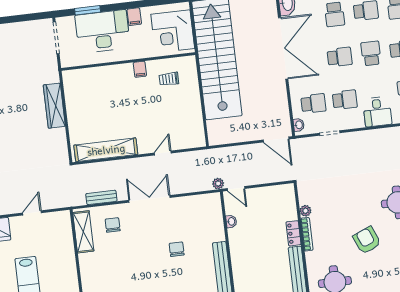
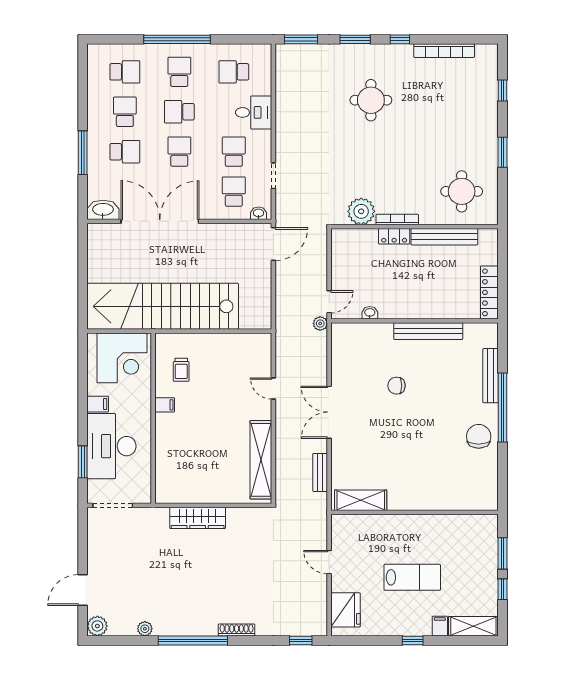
plant: (305, 211) -> (361, 211), width x1.88, depth x1.88
chair: (113, 225) -> (356, 462), removed
armchair: (367, 240) -> (414, 145), removed

